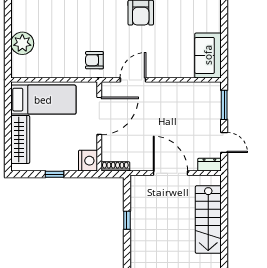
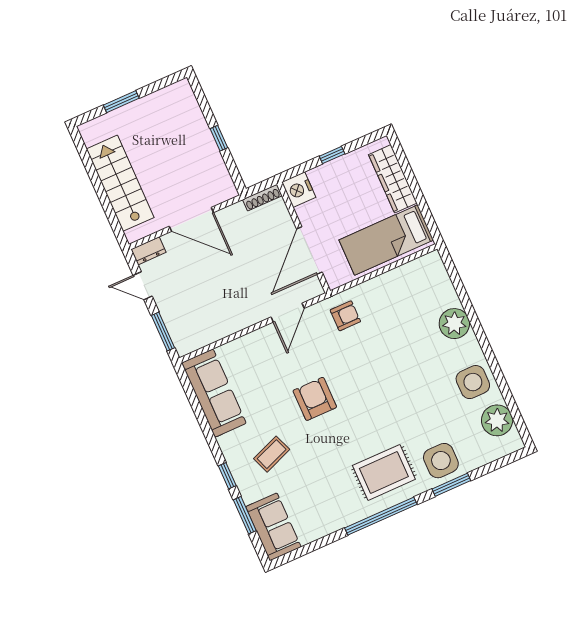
plant: (22, 43) -> (454, 324), moved
sofa: (208, 55) -> (214, 393), width x1.36

